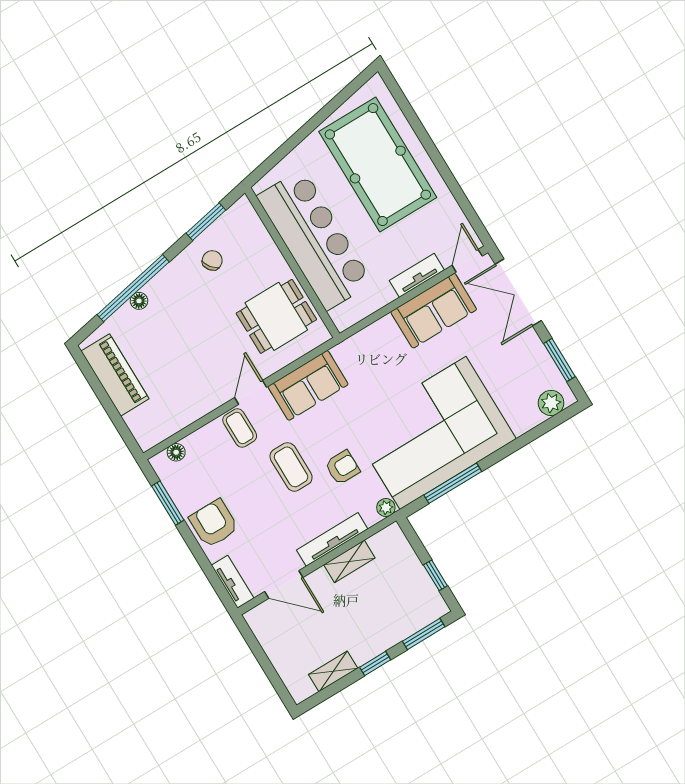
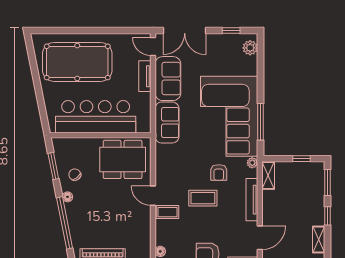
floor lamp: (139, 301) -> (67, 197), moved
dining table: (276, 316) -> (123, 159), width x1.38
window: (559, 360) -> (231, 30), width x0.67
sofa: (308, 385) -> (167, 122), moved
armchair: (342, 467) -> (219, 172), turned 180
shelving: (349, 561) -> (268, 175), moved

